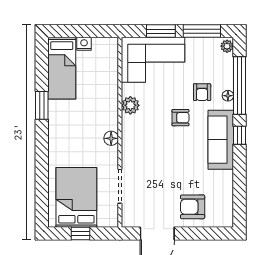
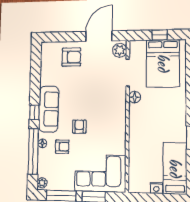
armchair: (202, 92) -> (62, 147), turned 90
plant: (130, 105) -> (120, 50), moved
armchair: (180, 118) -> (79, 127), turned 90
floor lamp: (111, 138) -> (135, 97), moved

